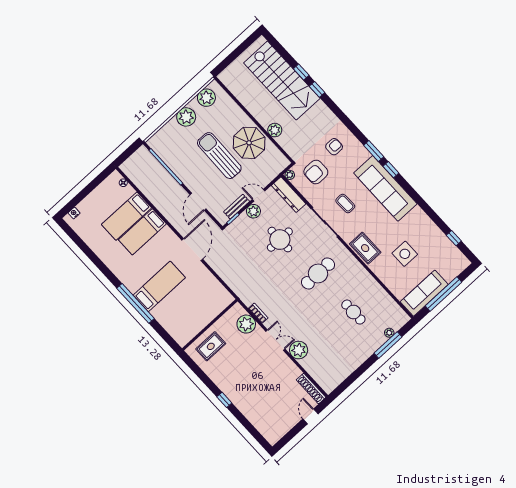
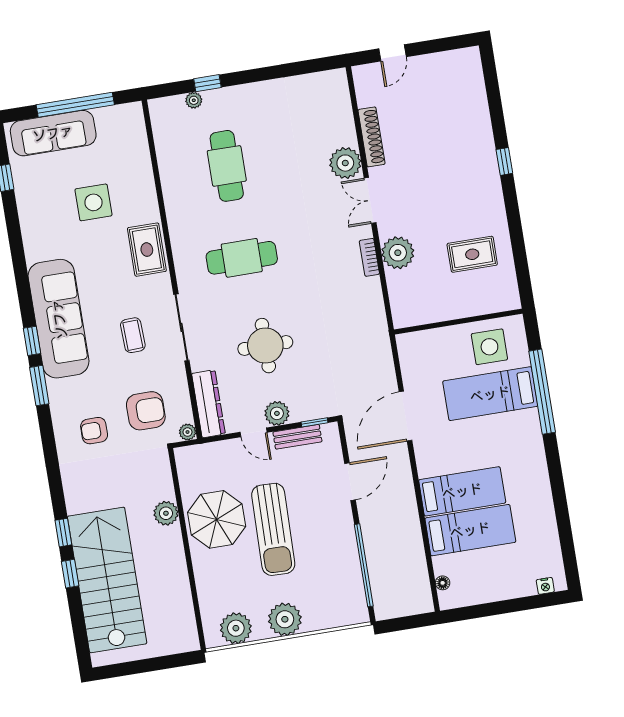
sofa: (424, 293) -> (53, 133), moved
side table: (174, 308) -> (489, 347), added
cafe table: (353, 312) -> (227, 166), width x1.37, depth x1.35
wall: (210, 325) -> (458, 322), moved
window: (388, 345) -> (207, 83), width x0.46
shoe rack: (311, 389) -> (372, 137), moved

